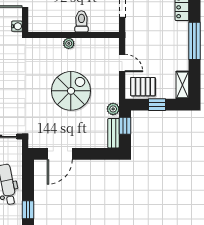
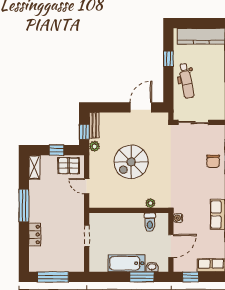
toilet: (81, 21) -> (150, 222), moved
plant: (69, 43) -> (150, 203), moved

